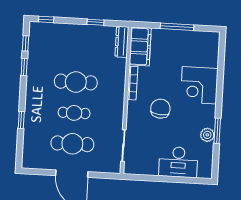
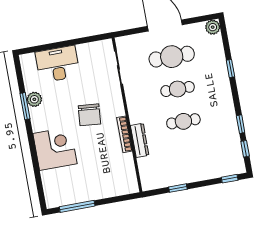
window: (177, 27) -> (77, 206), moved
dresser: (122, 42) -> (140, 140), moved
filing cabinet: (140, 46) -> (126, 174), removed
cafe table: (76, 82) -> (183, 121), width x0.73, depth x0.74
plant: (28, 162) -> (213, 27), added

